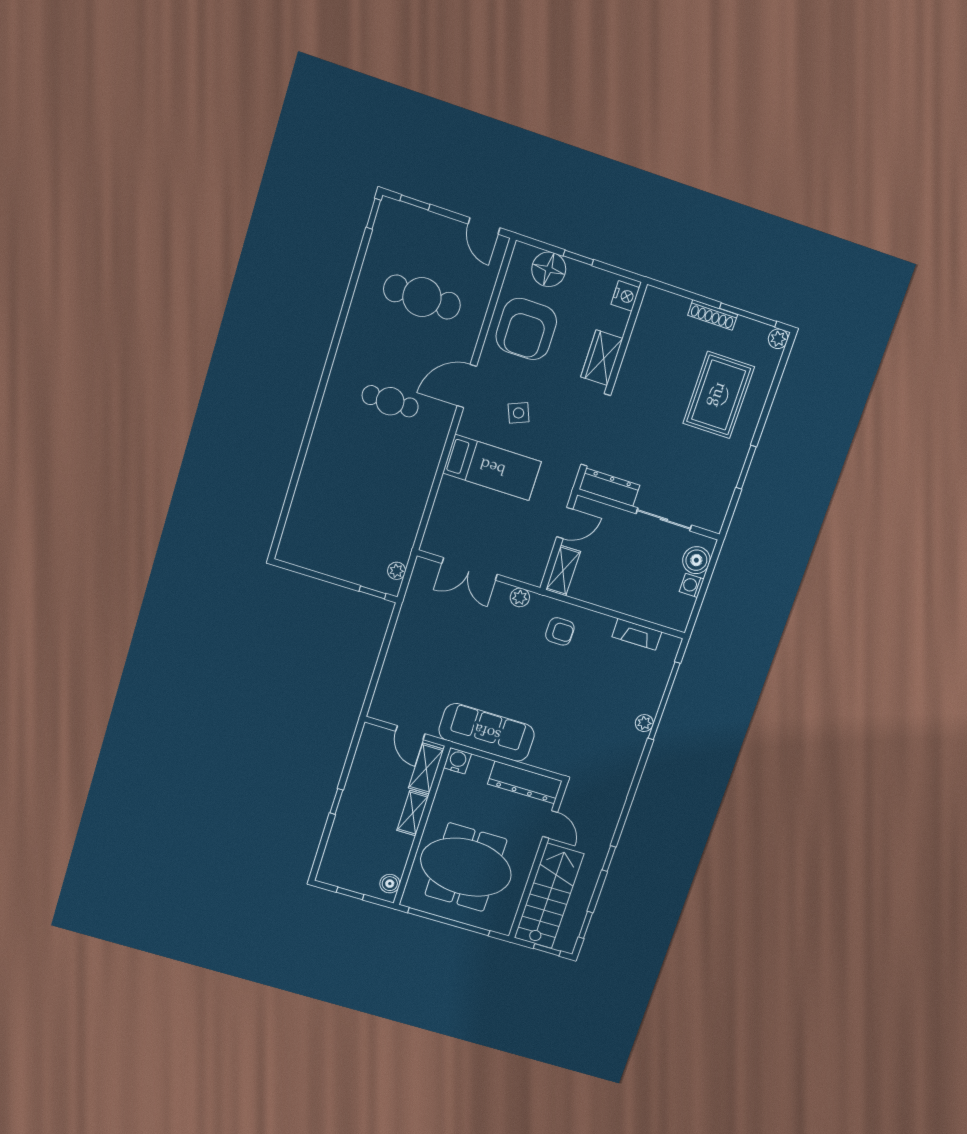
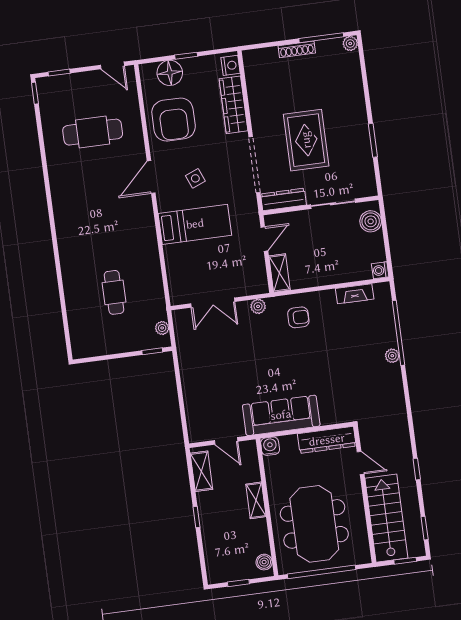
wardrobe: (602, 358) -> (233, 105), width x1.50
rug: (719, 395) -> (306, 140), moved
cafe table: (390, 401) -> (114, 292), moved, turned 90
washing machine: (692, 585) -> (380, 270), moved
shelving: (426, 768) -> (201, 471), moved
meeting table: (466, 867) -> (314, 524), turned 90

